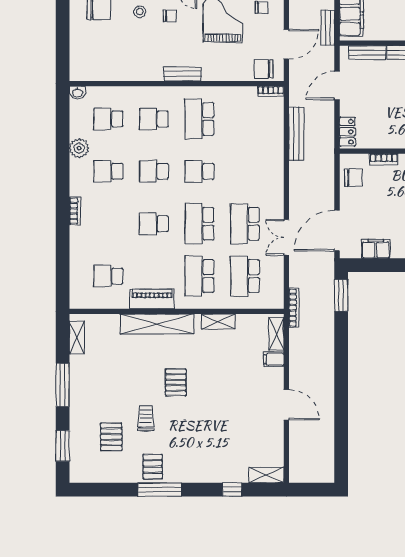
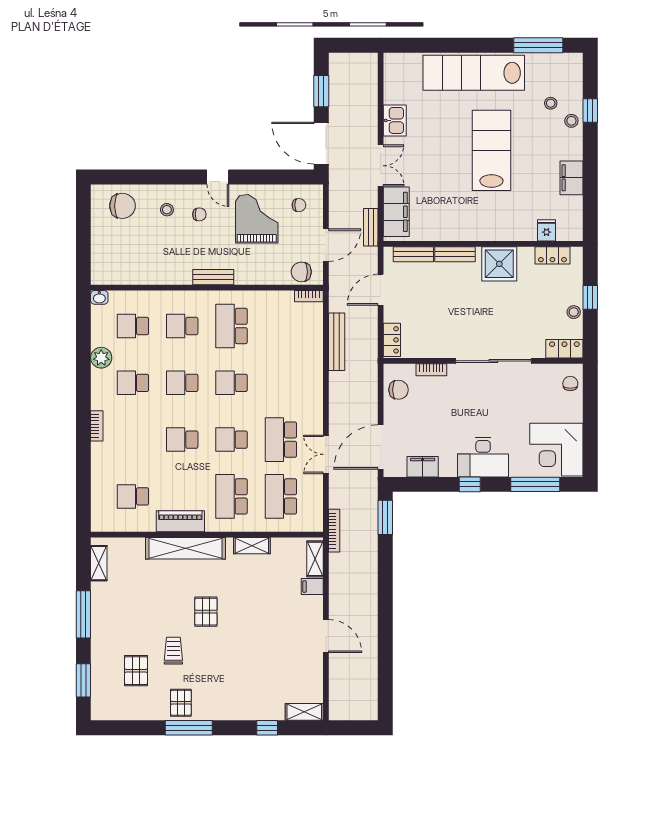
school desk: (199, 224) -> (232, 440), width x0.54

